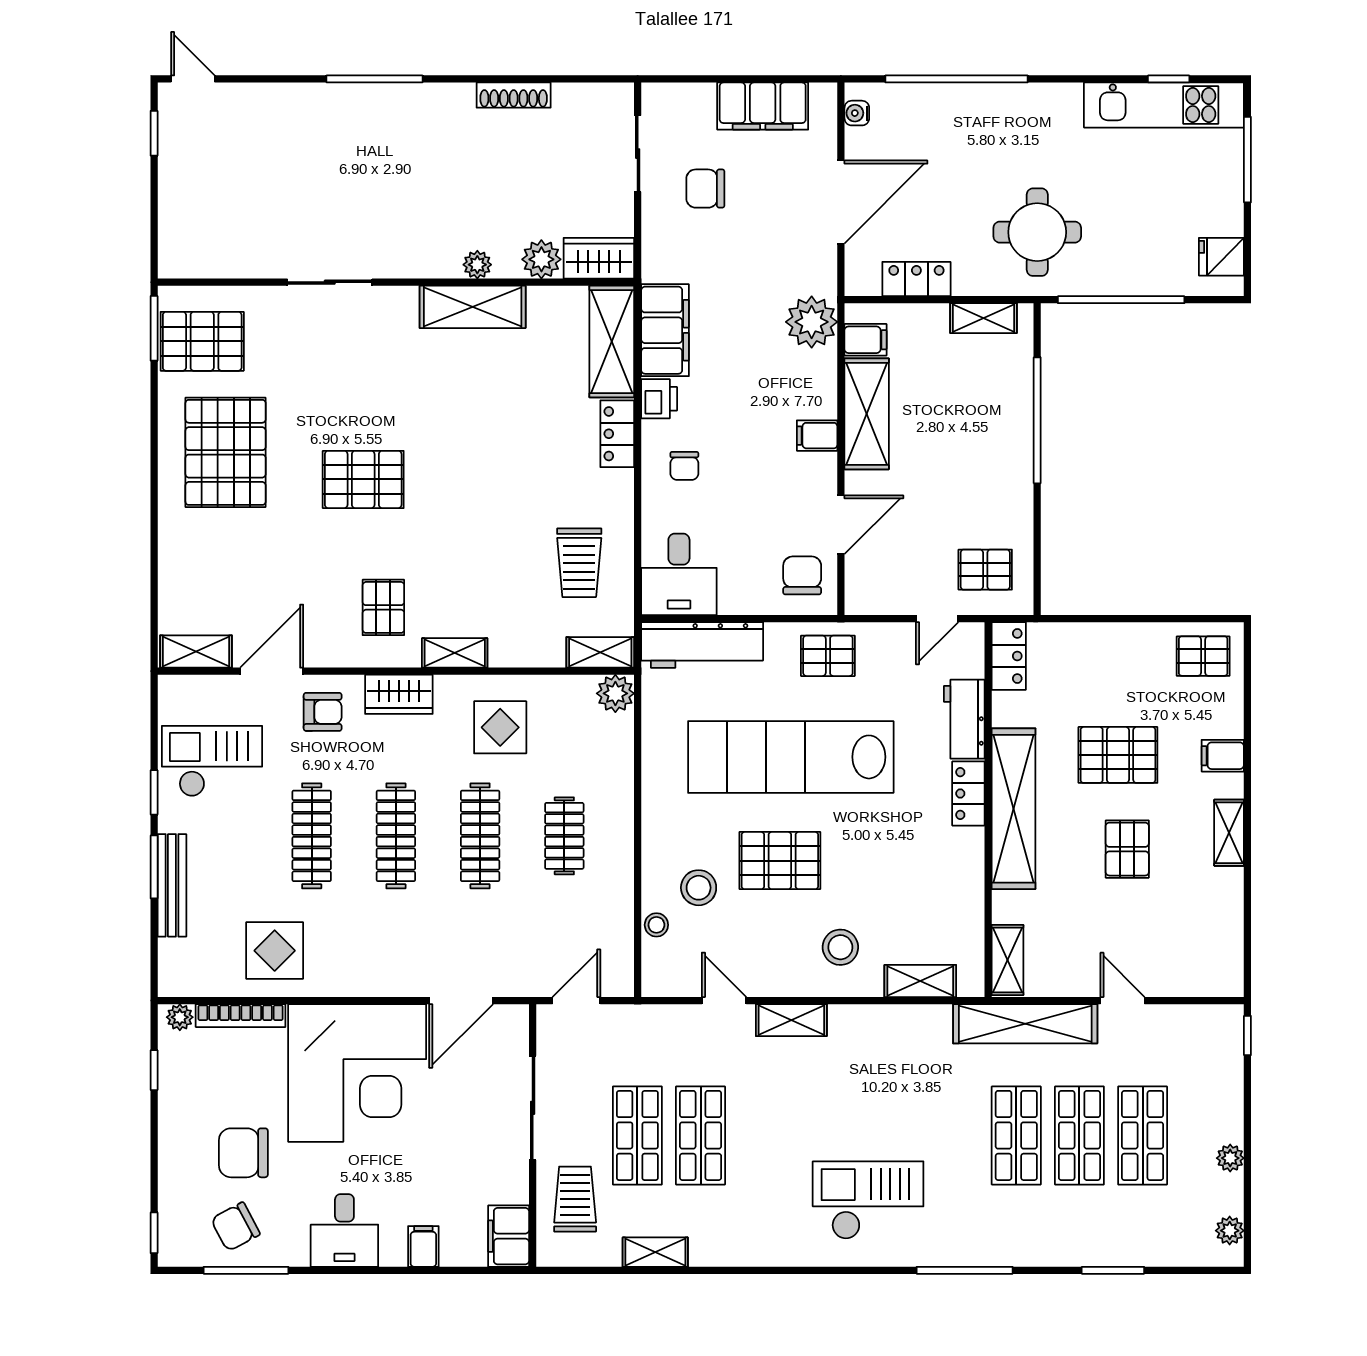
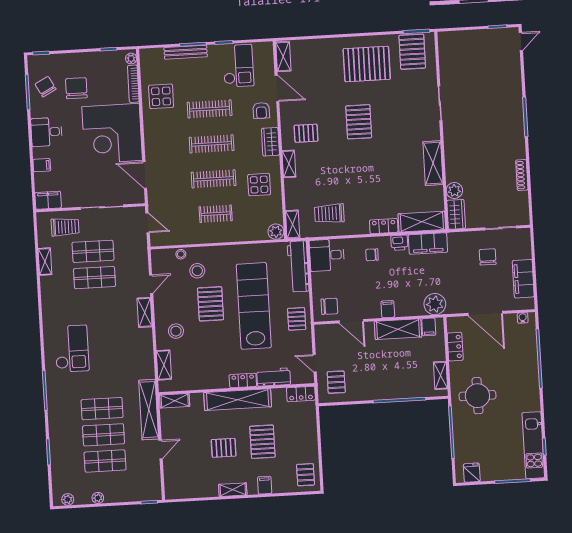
plant: (477, 265) -> (451, 164), removed

